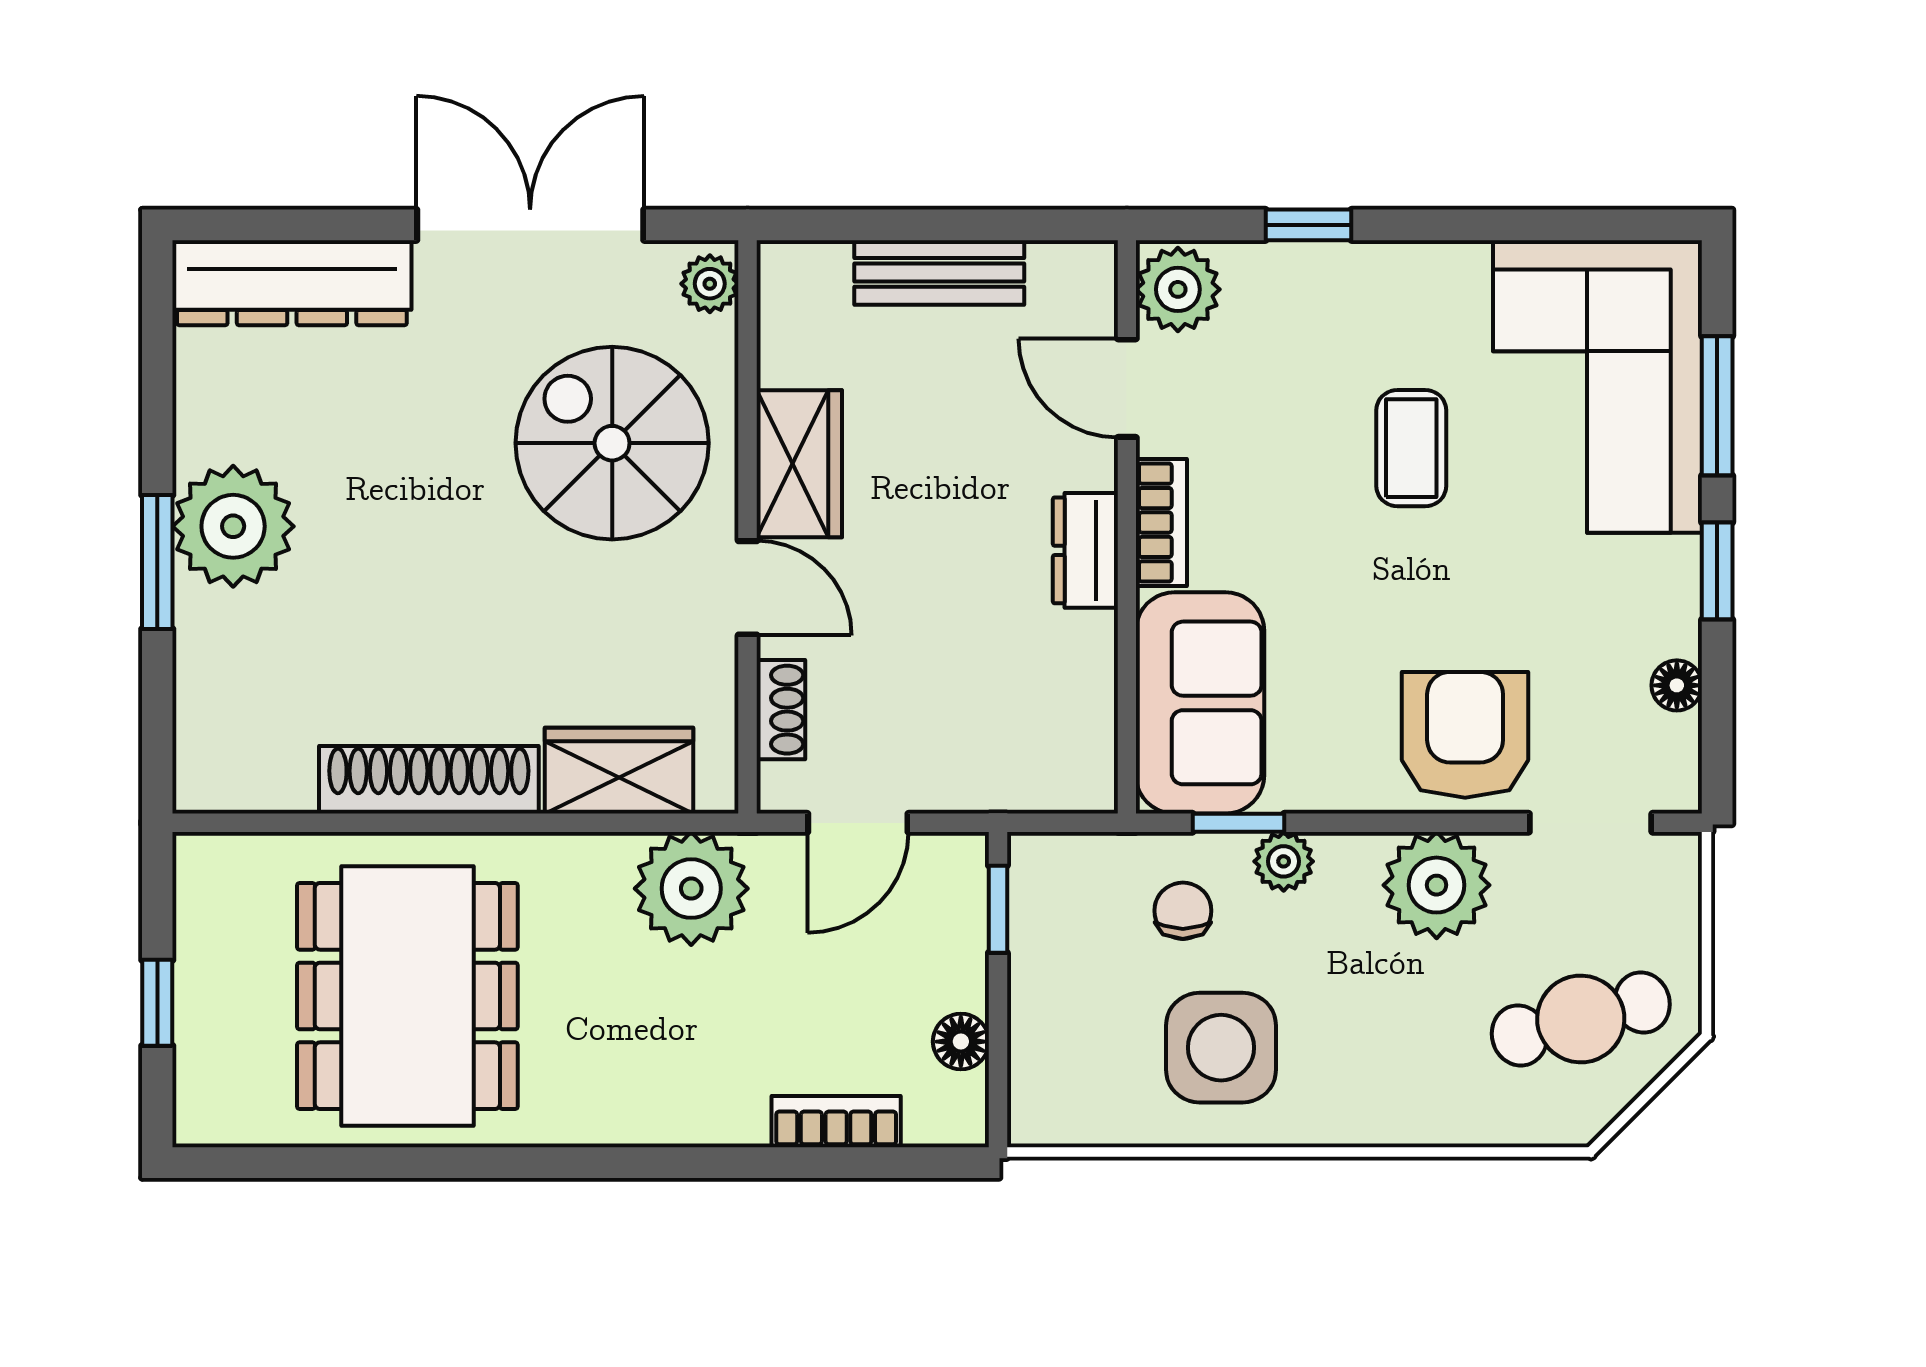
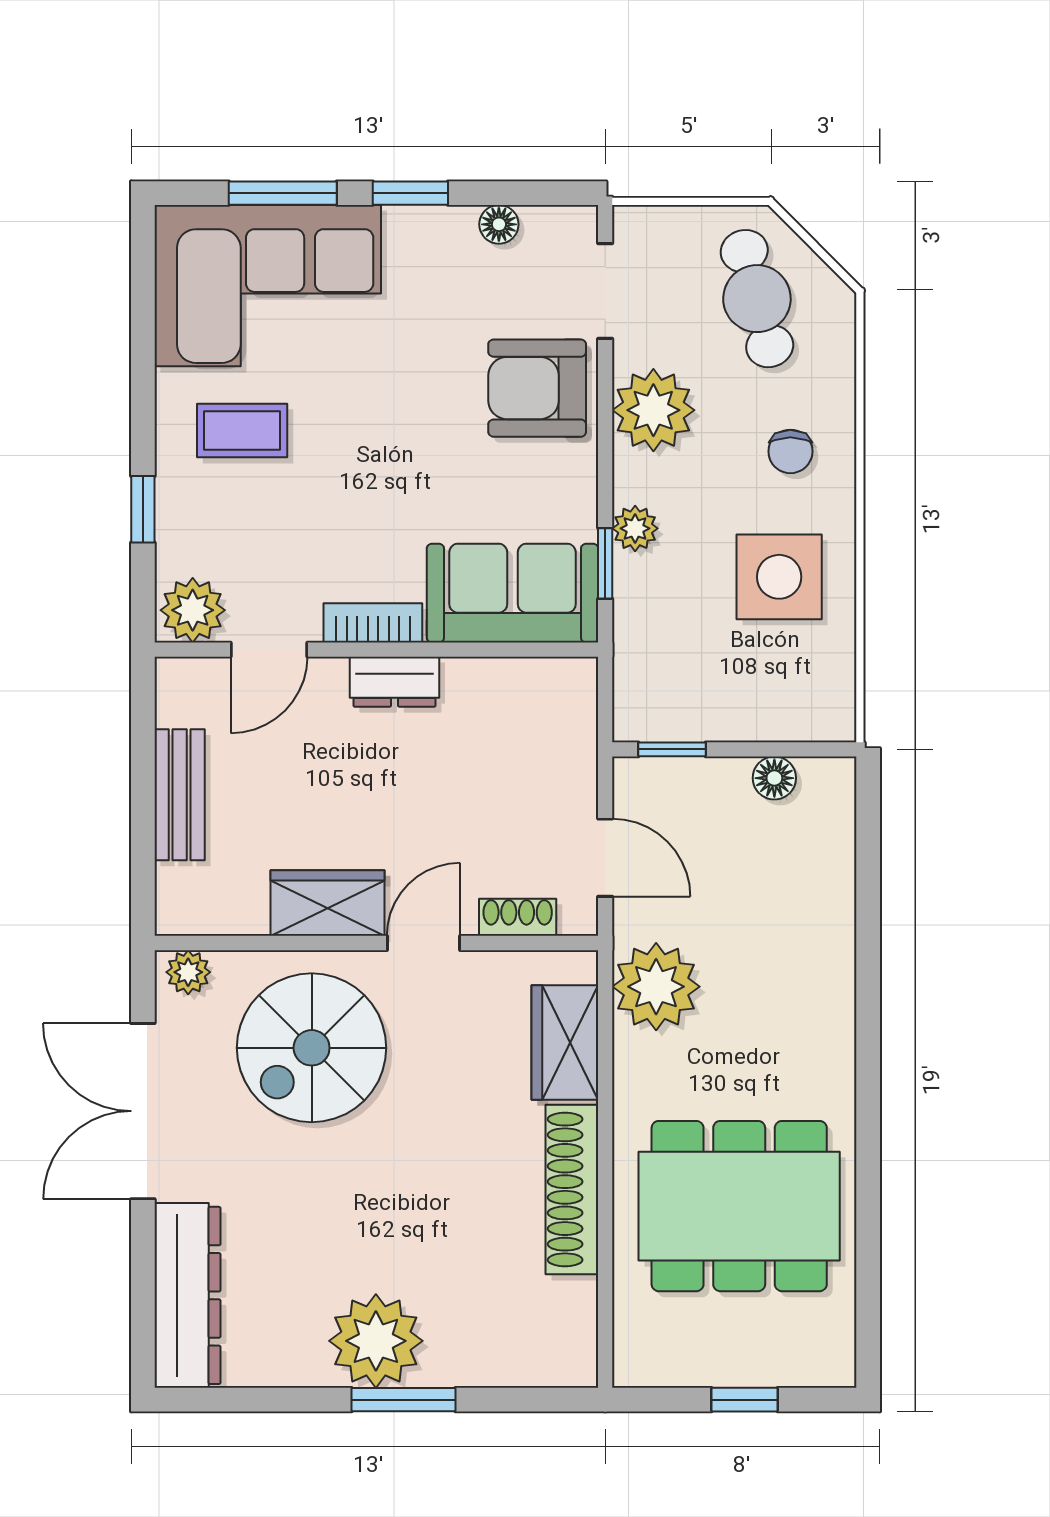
coffee table: (1411, 448) -> (242, 431), moved
chair: (1183, 911) -> (790, 451), moved, turned -90
bookcase: (836, 1122) -> (836, 875), removed

